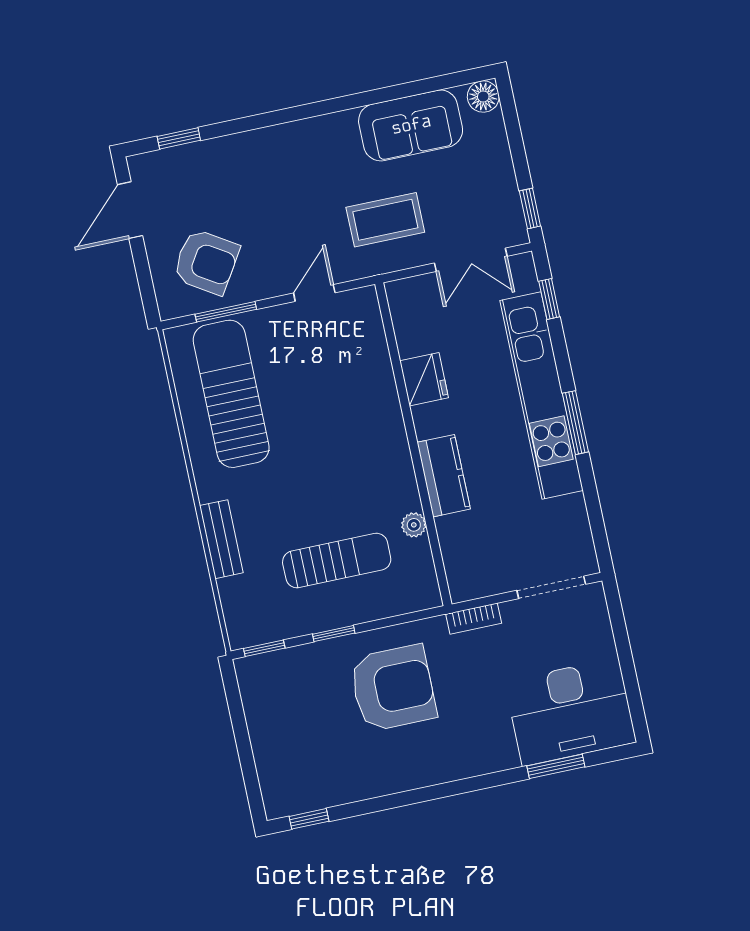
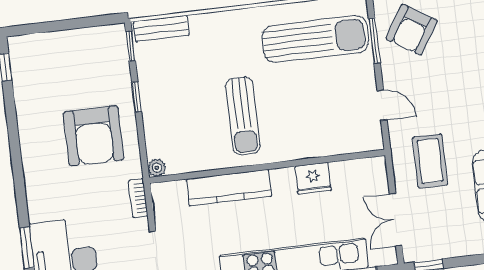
kitchen counter: (444, 476) -> (229, 188), width x1.50
plant: (414, 525) -> (157, 168), moved
bench: (221, 539) -> (161, 28), moved
sun lounger: (337, 561) -> (243, 116), moved

